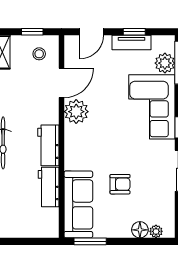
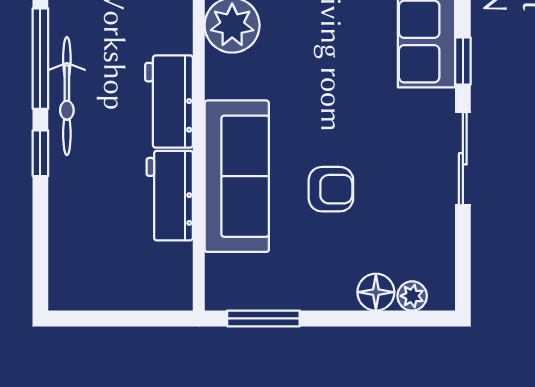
sofa: (78, 204) -> (237, 176), moved

